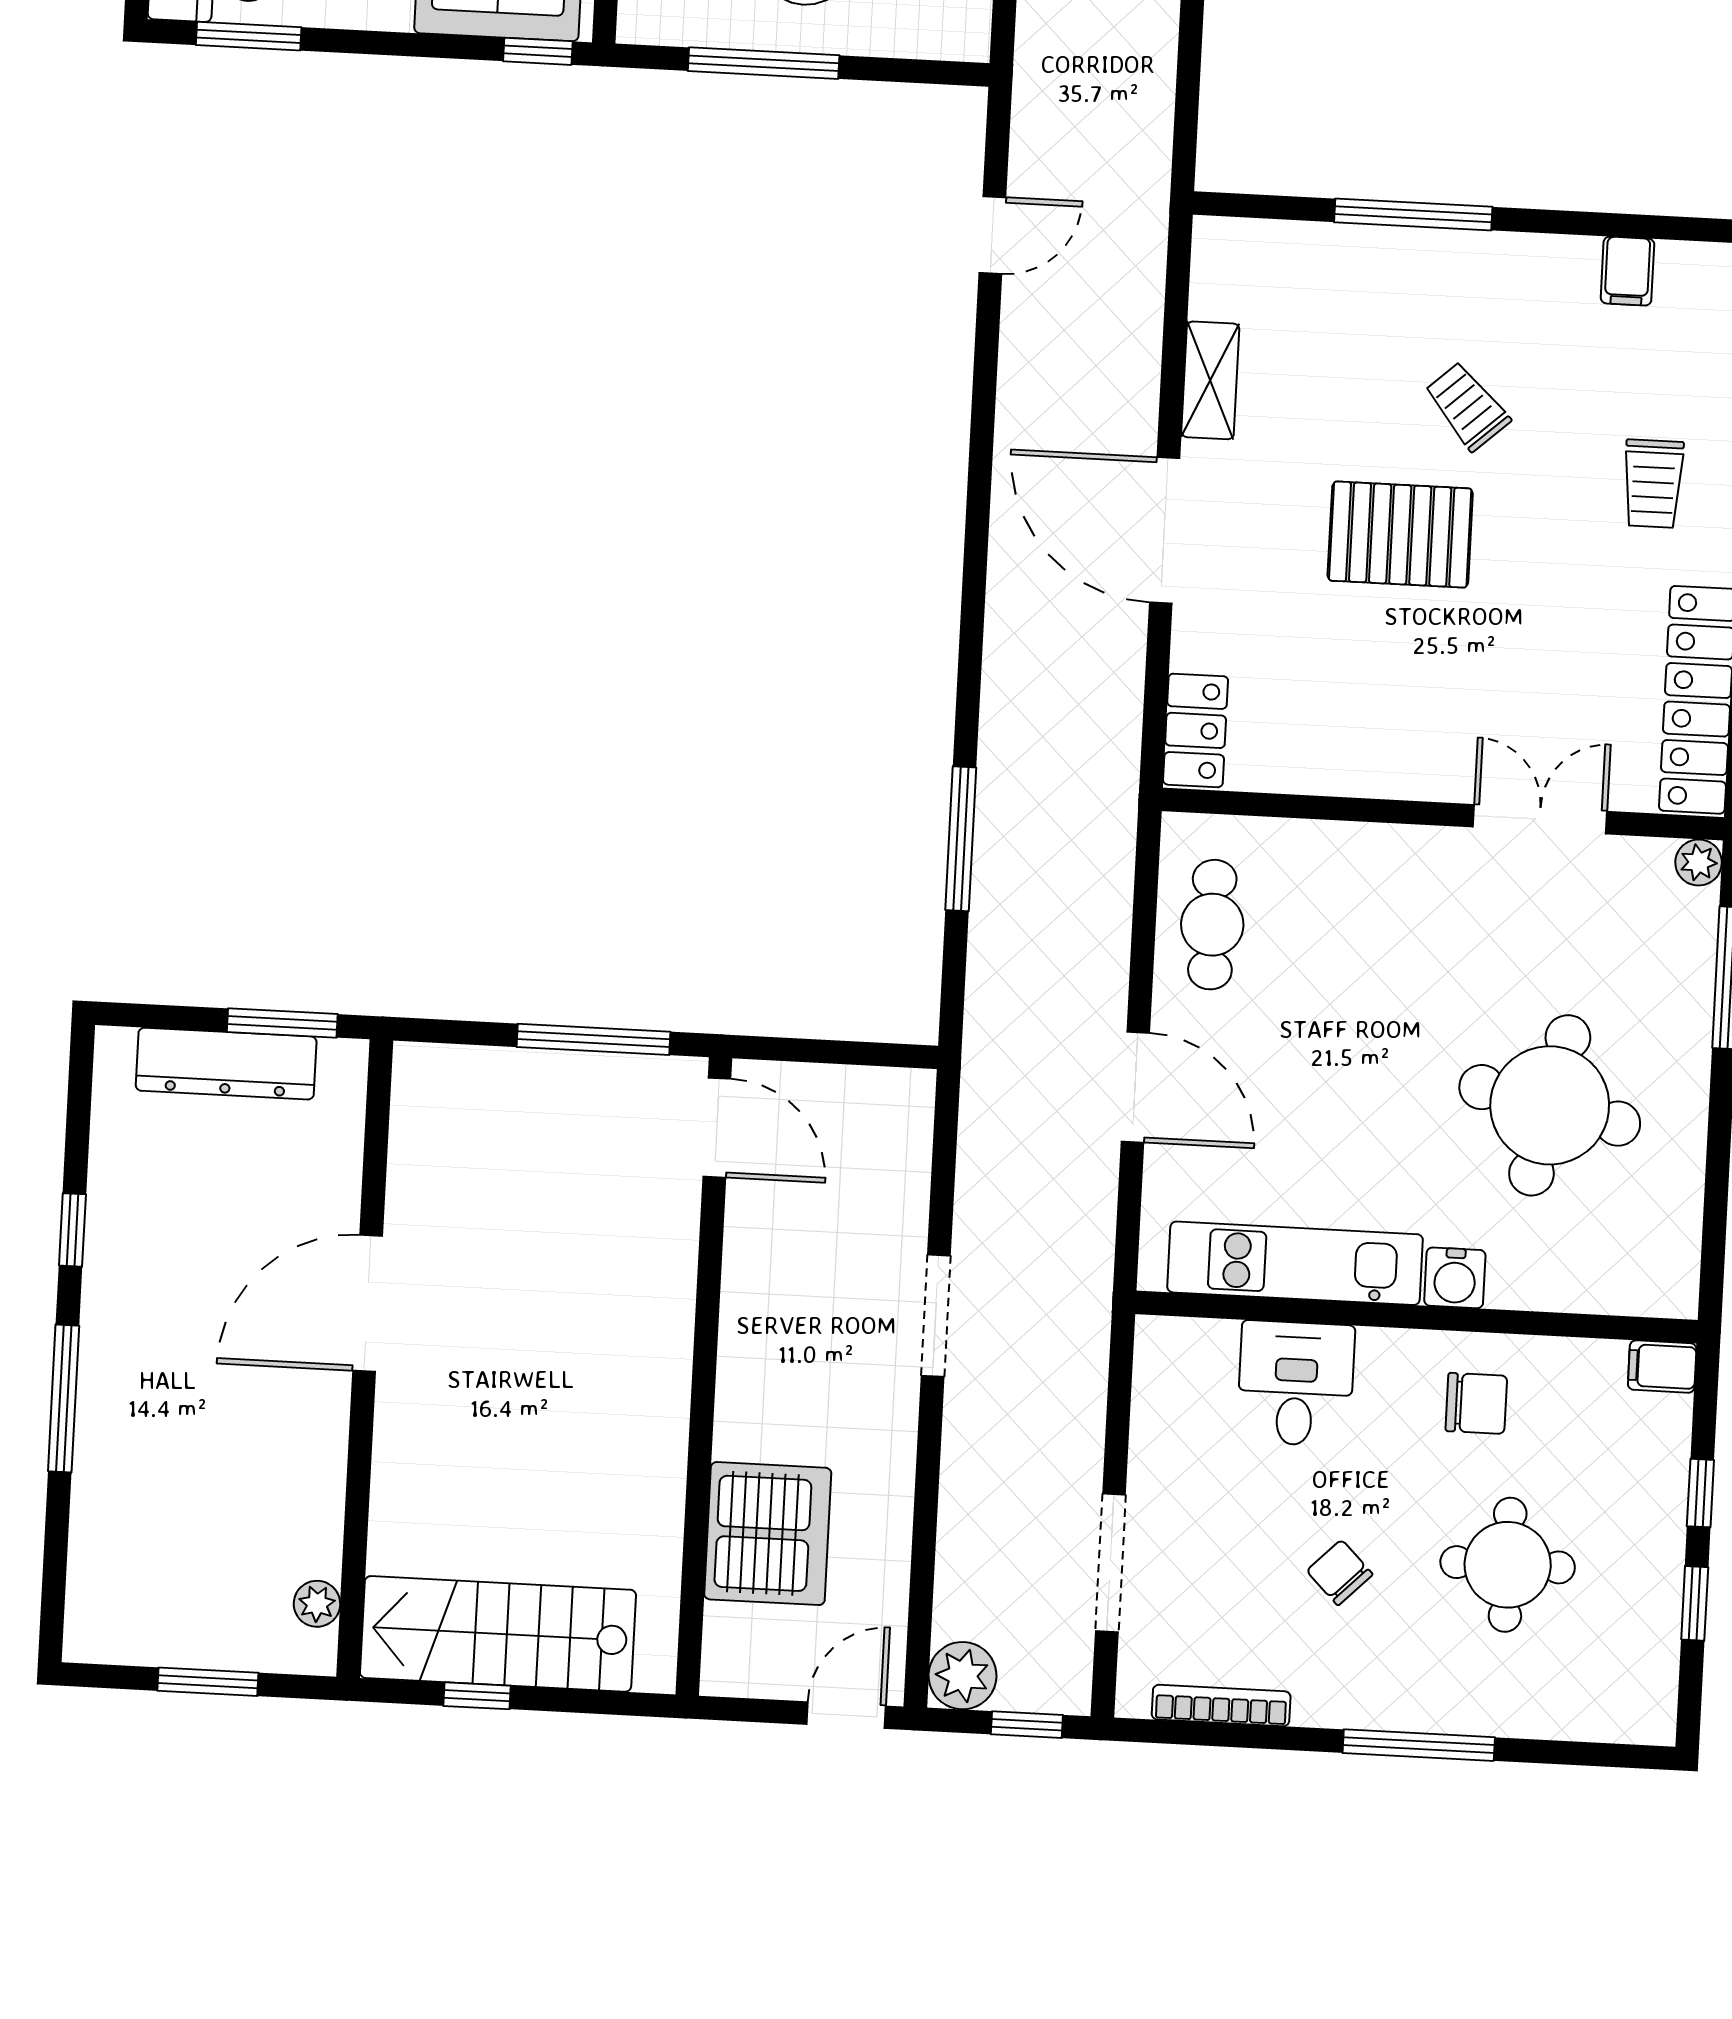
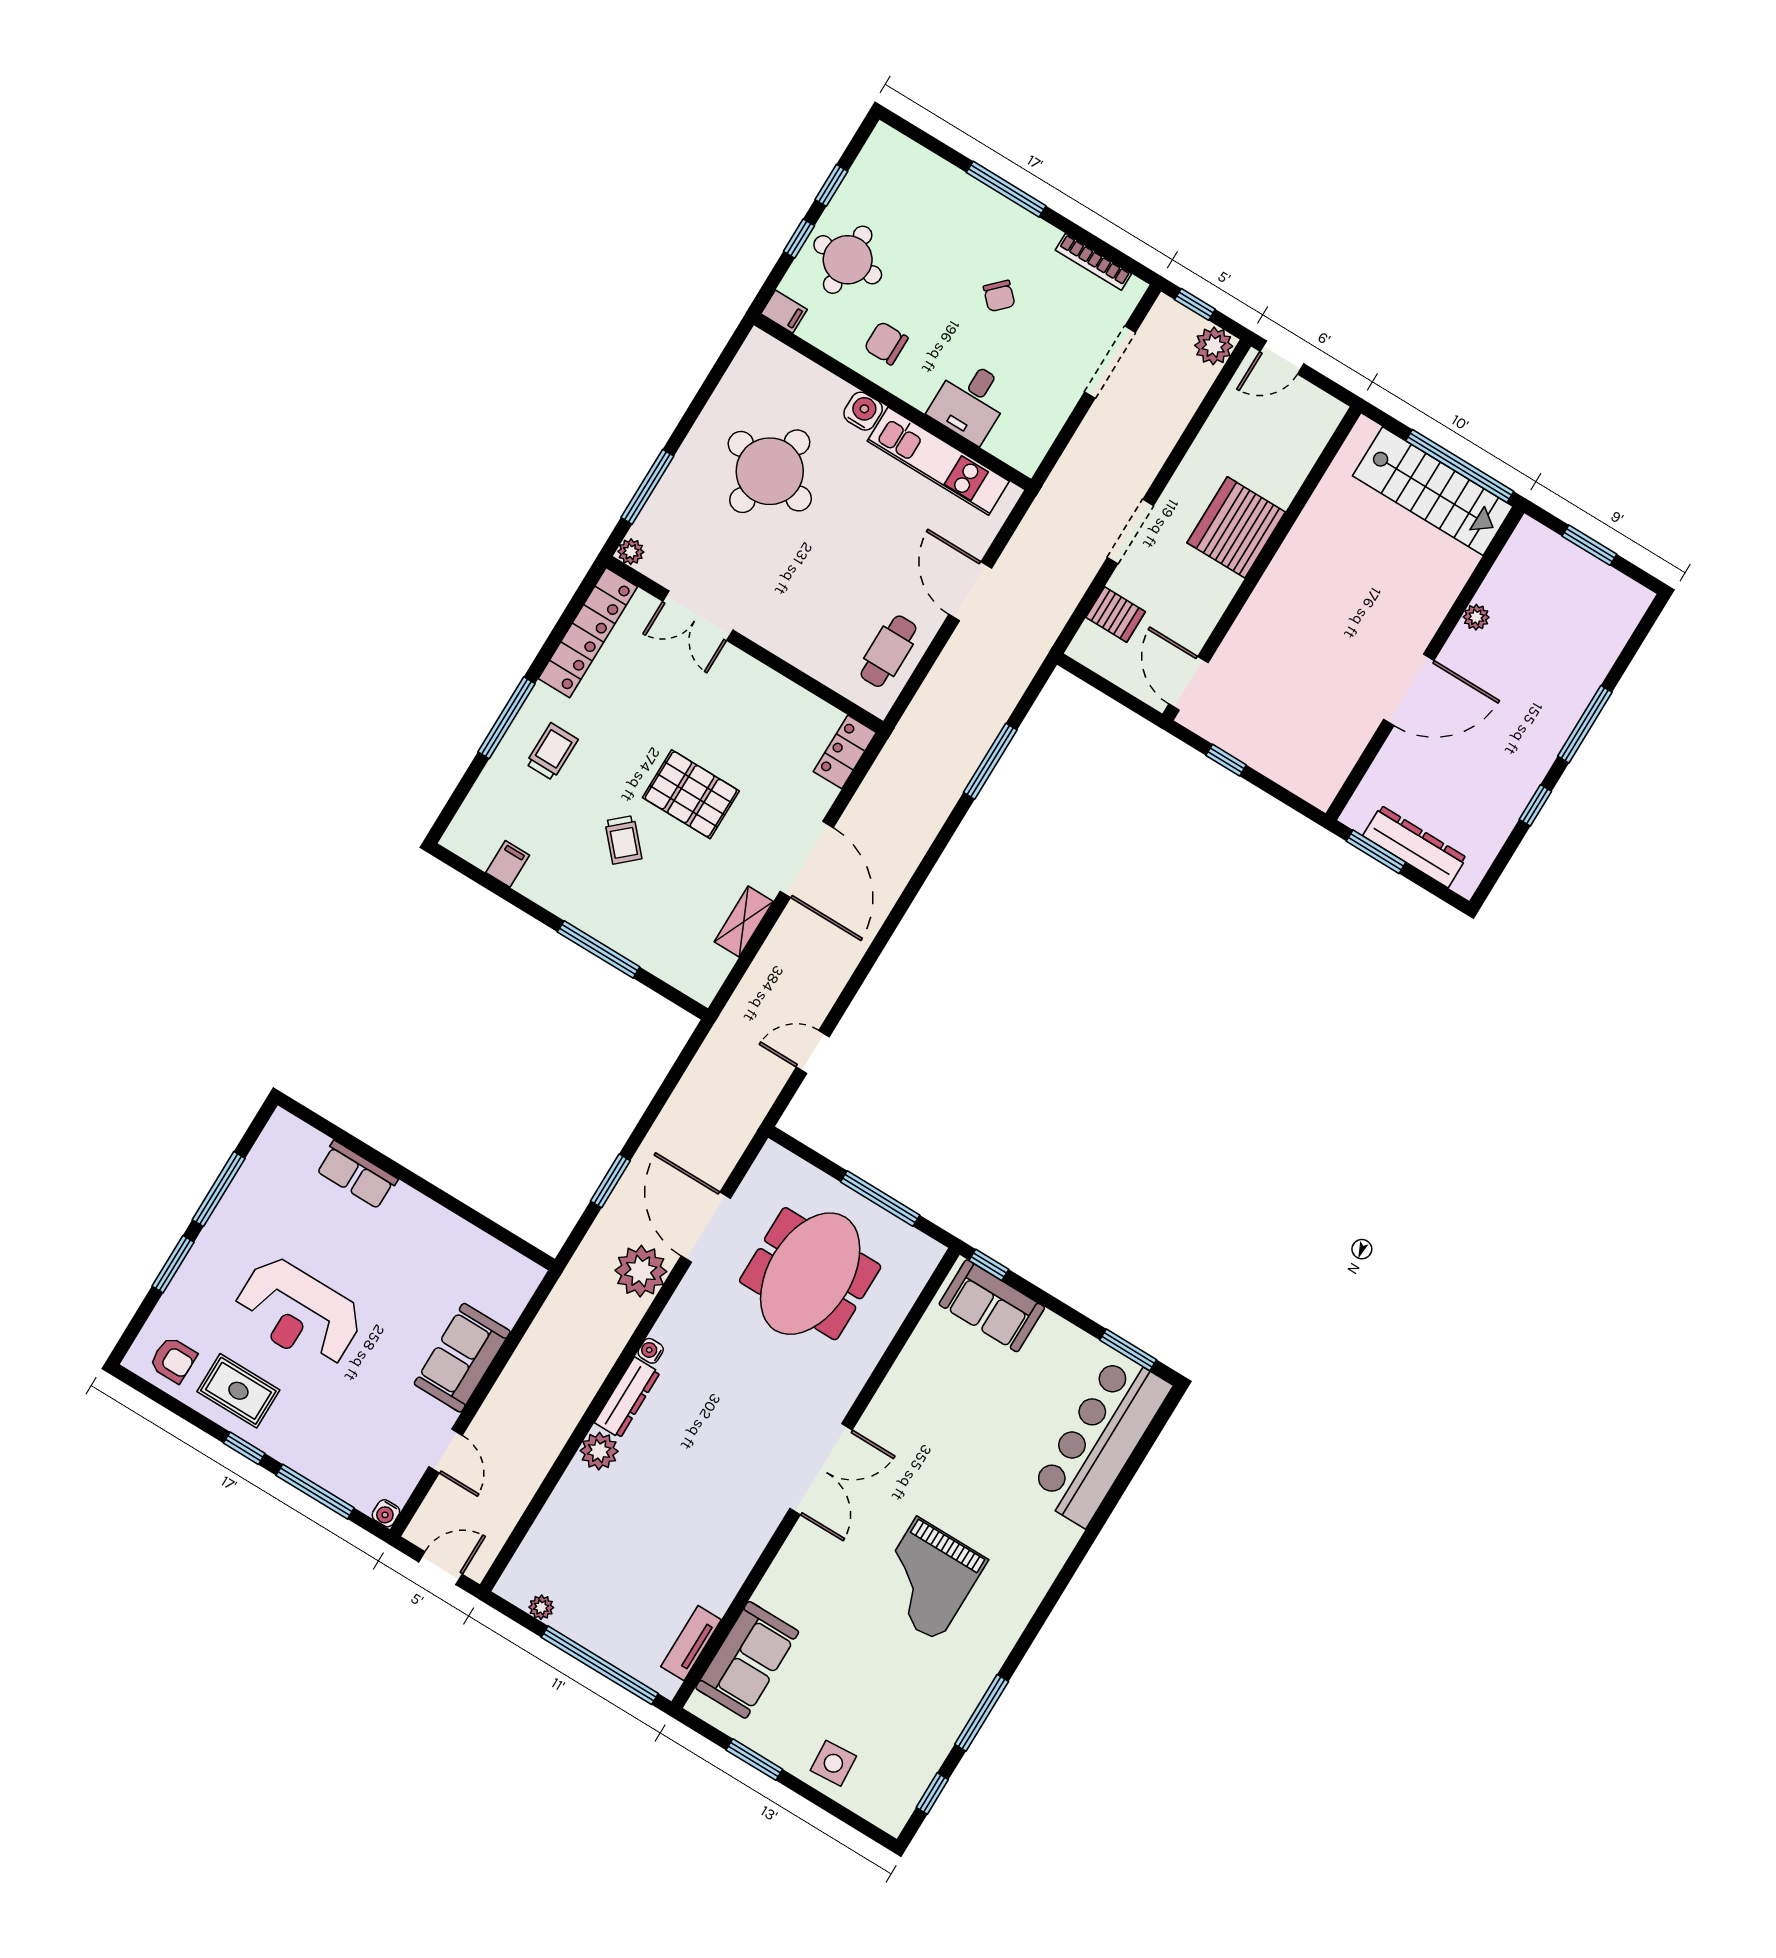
window: (593, 1039) -> (1226, 760), width x0.46
server rack: (889, 1174) -> (1116, 614), added
server rack: (768, 1534) -> (1236, 527), moved
round table: (1508, 1565) -> (848, 260), moved
plant: (317, 1604) -> (1476, 617), moved
window: (477, 1696) -> (1460, 466), width x3.17

